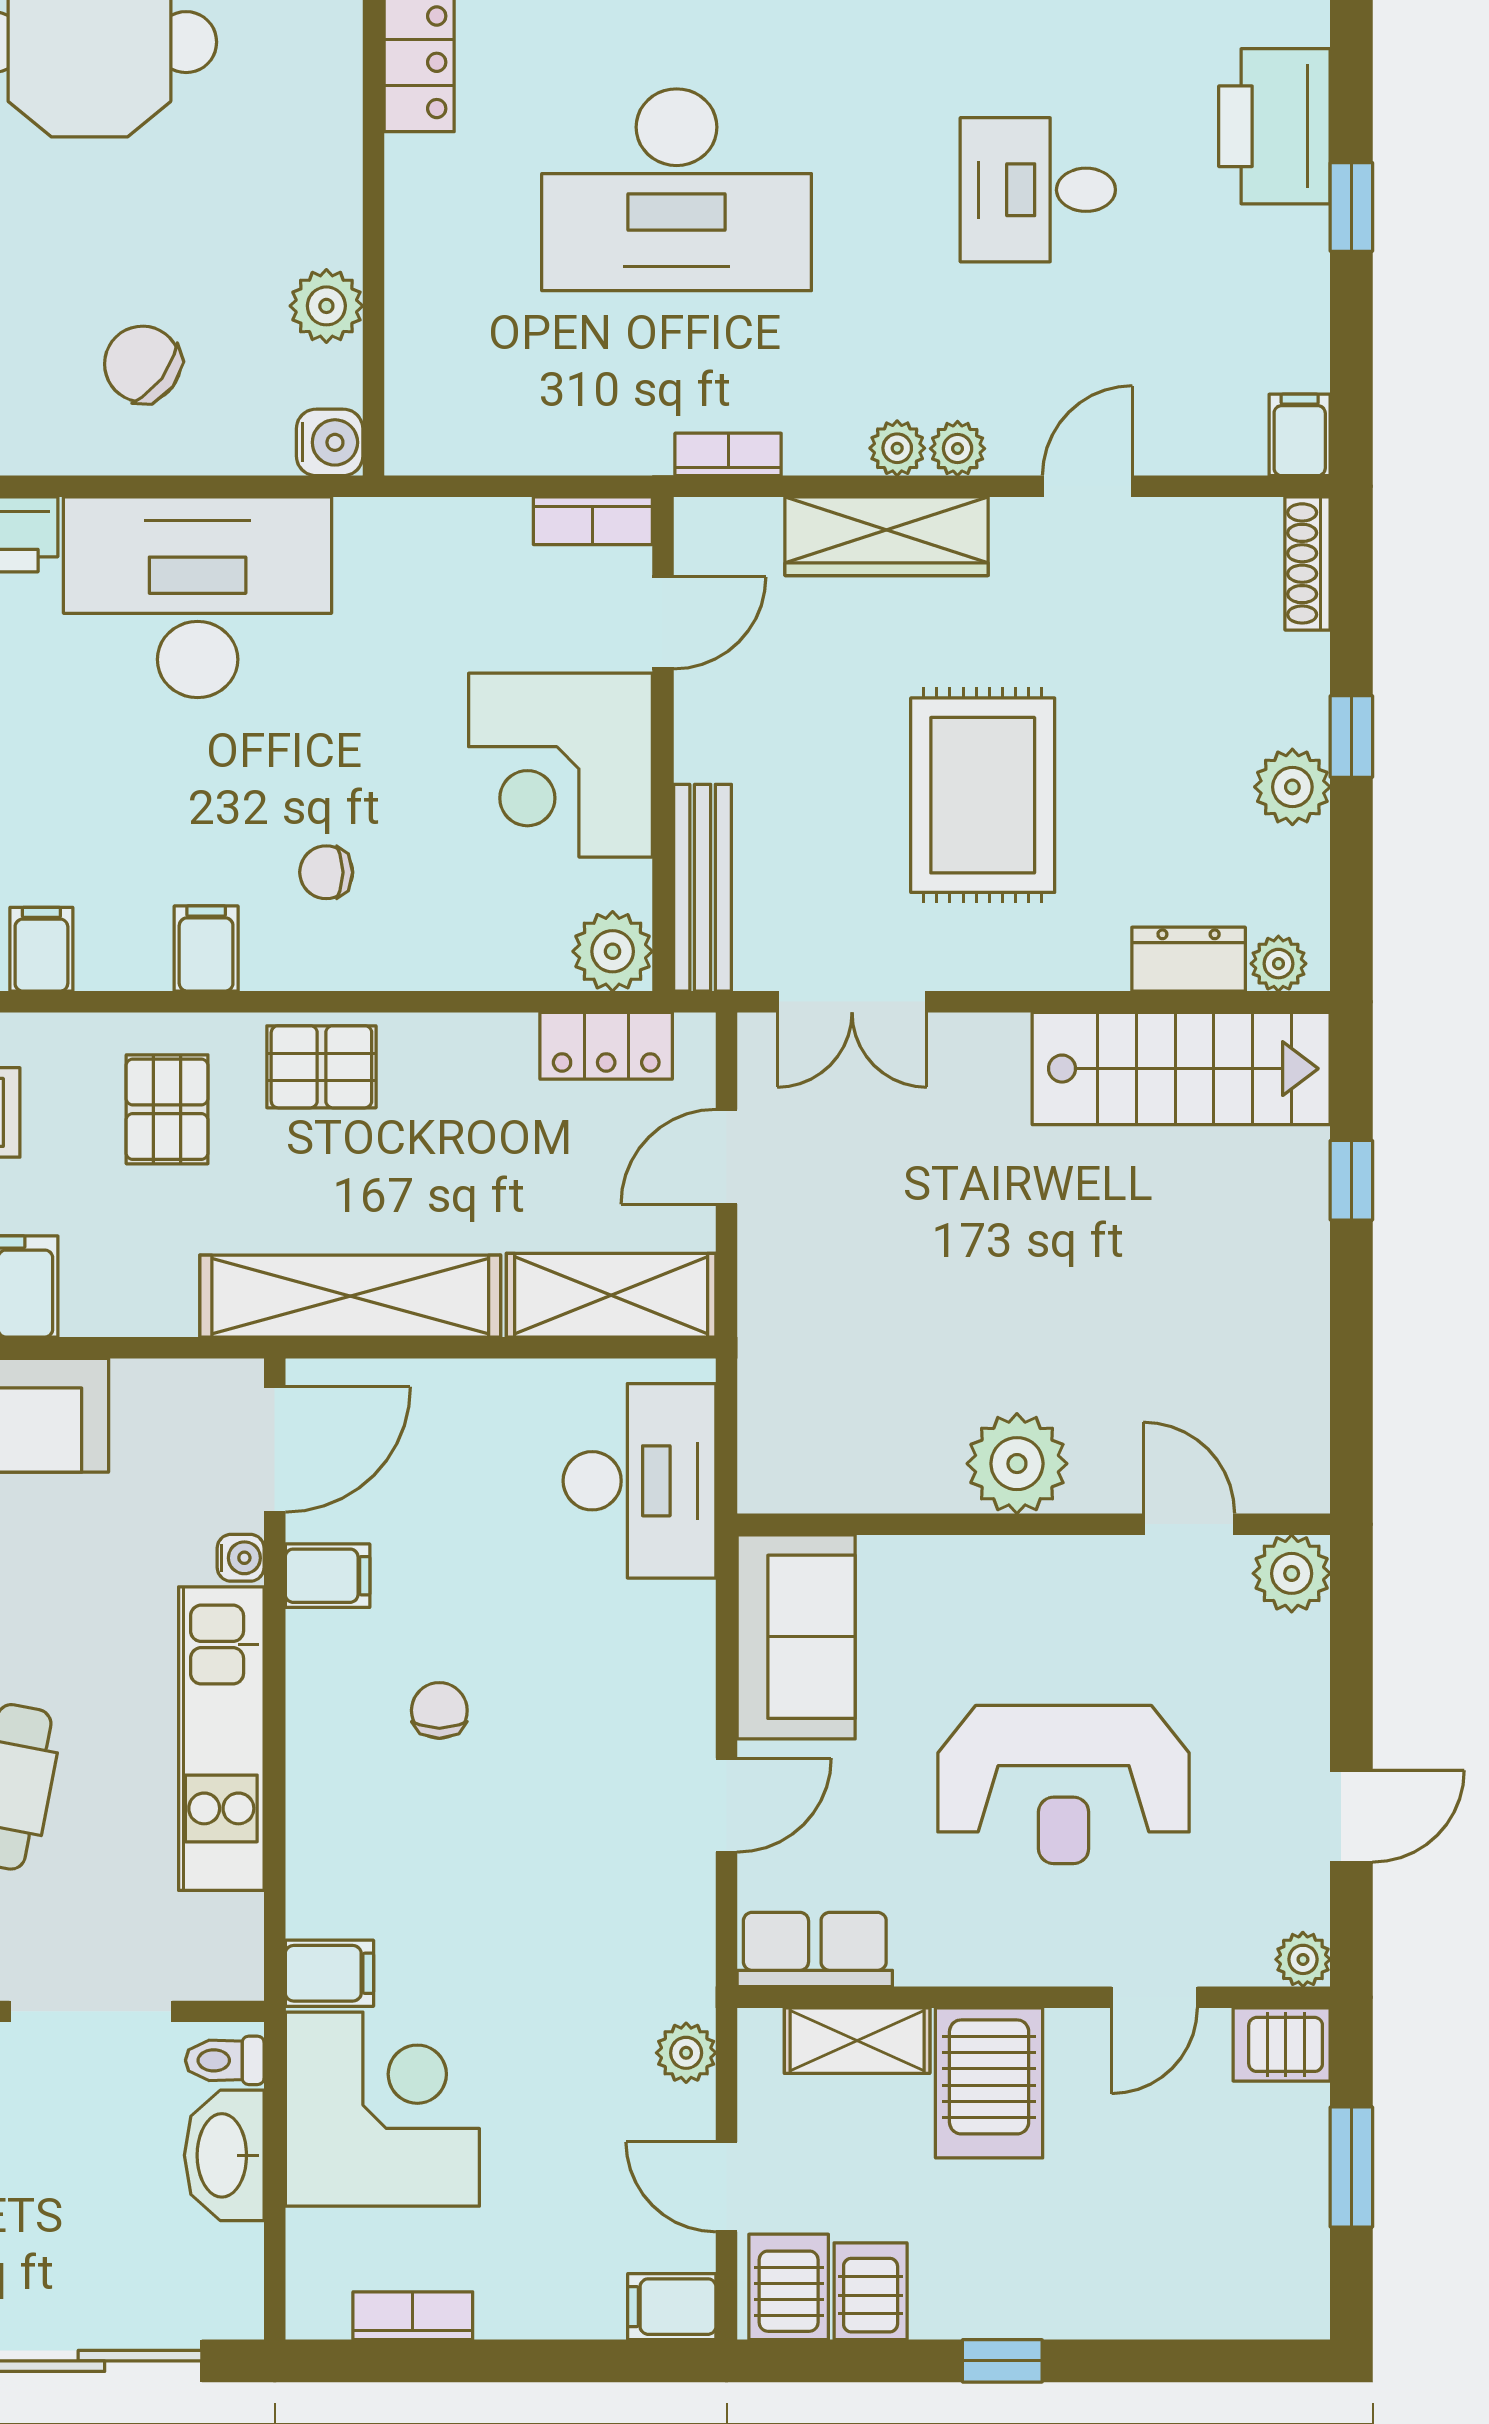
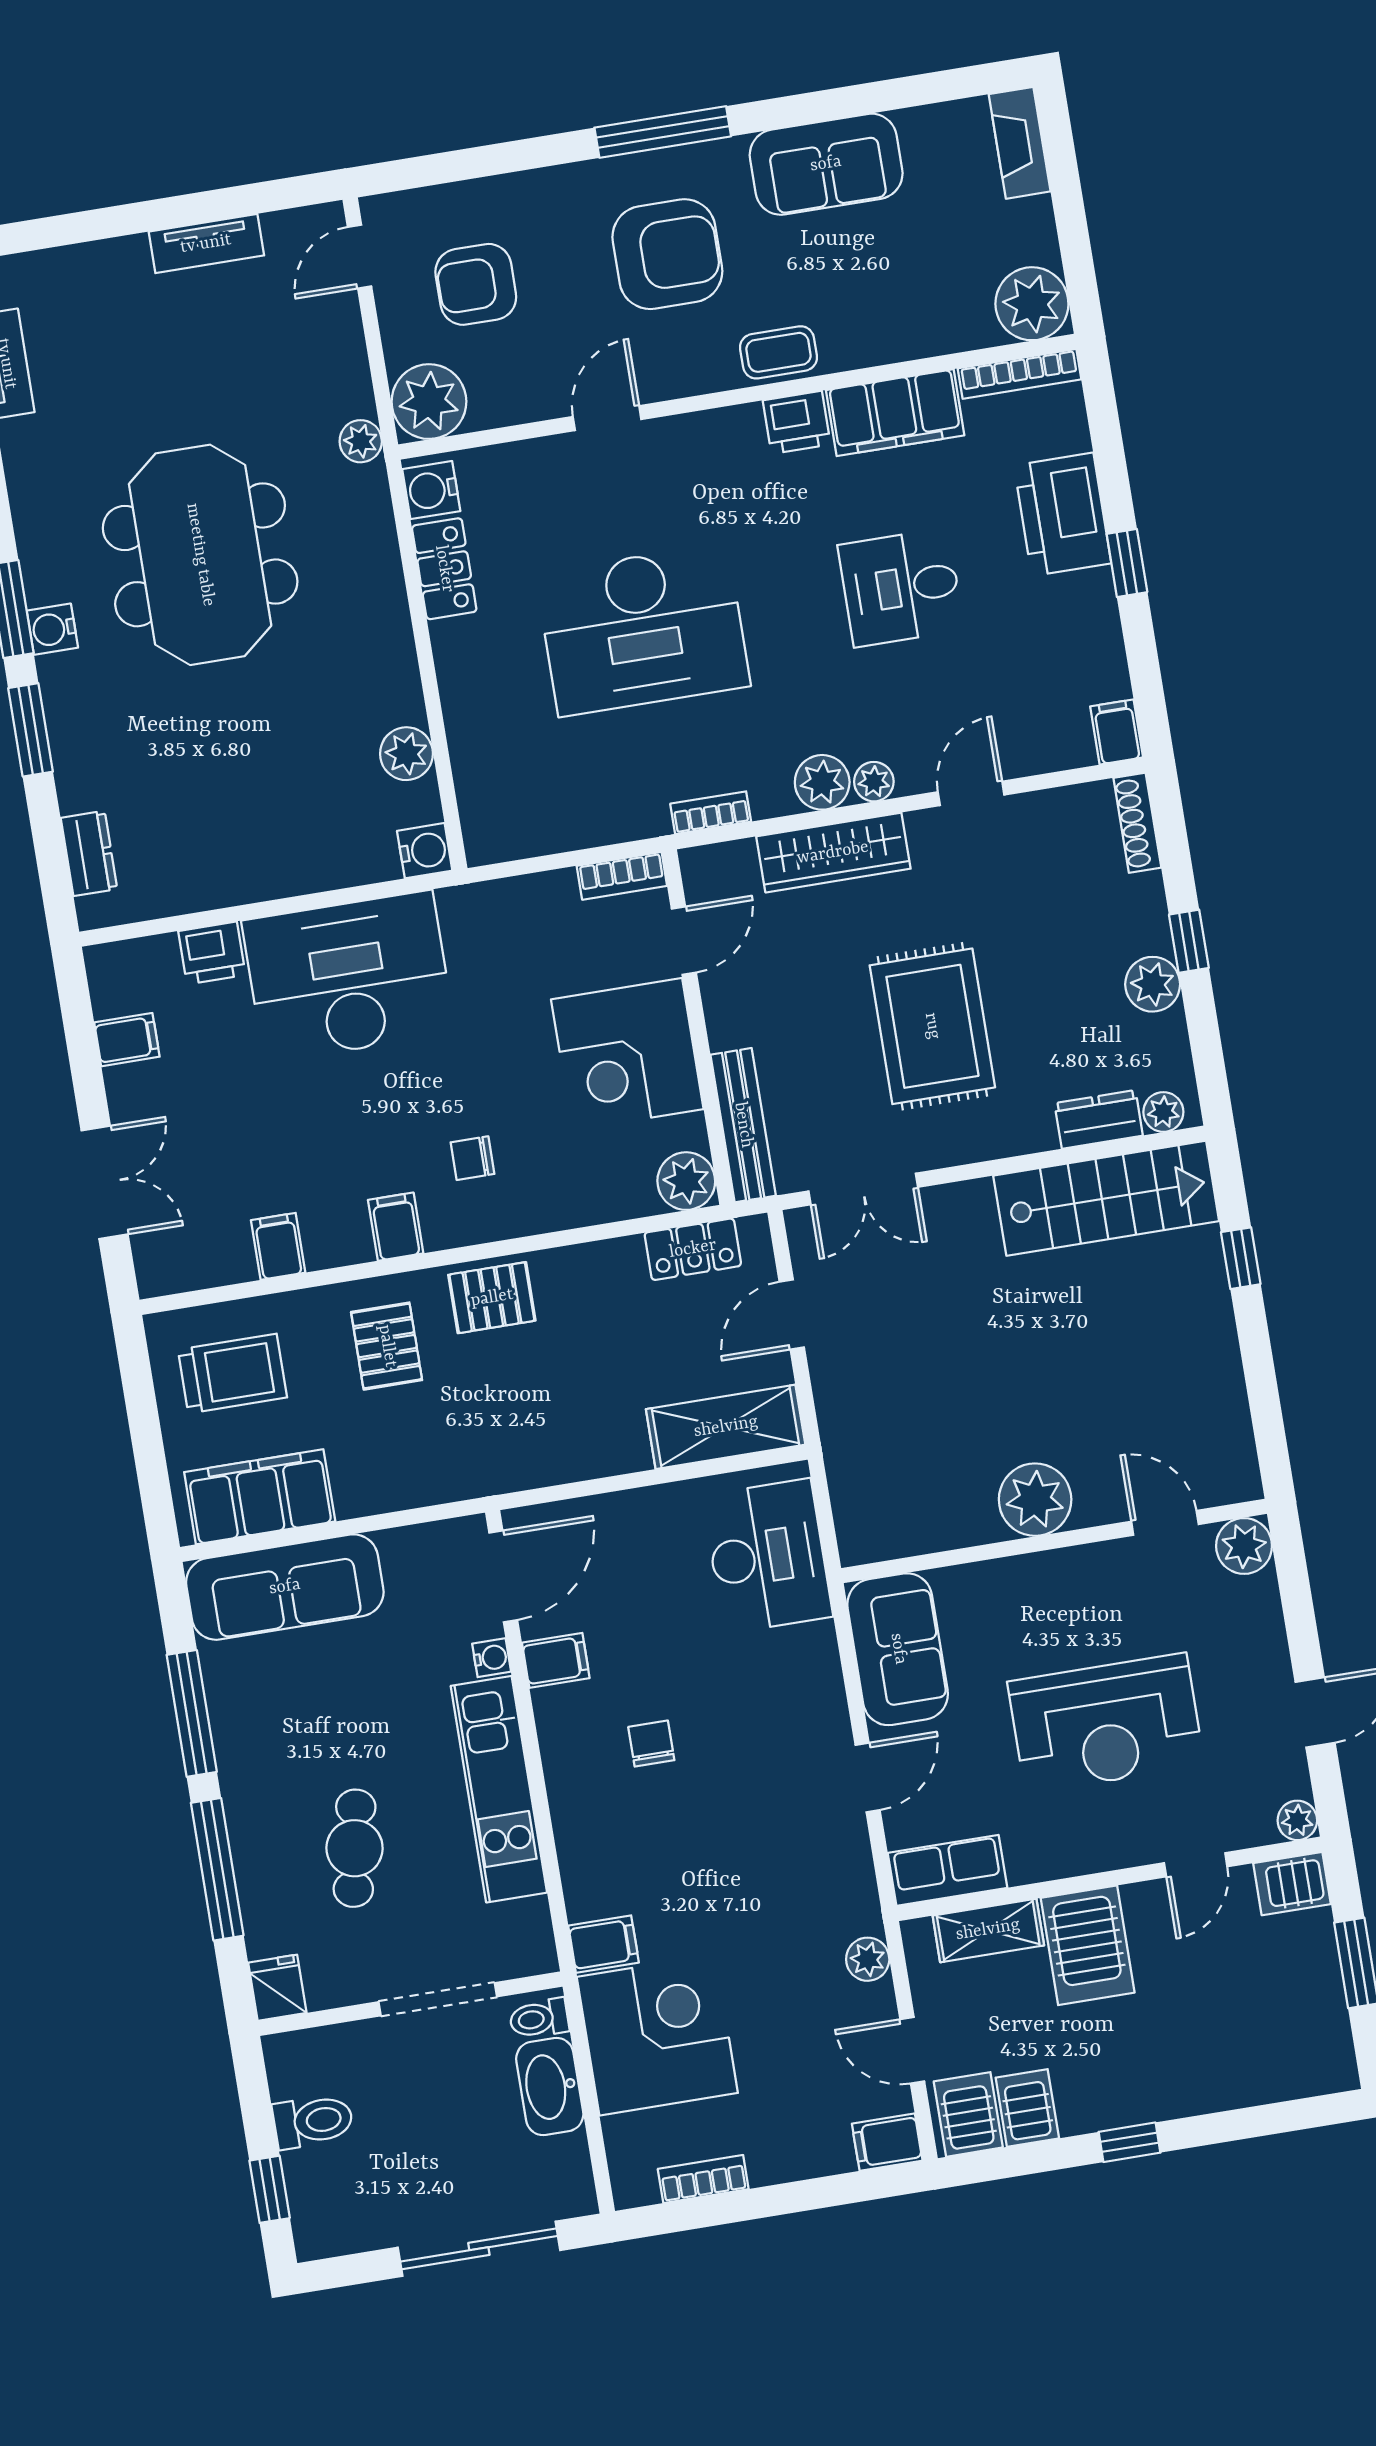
chair: (142, 364) -> (282, 817), removed
plant: (897, 448) -> (822, 782), width x1.38, depth x1.38
shelving: (350, 1296) -> (539, 1458), removed

